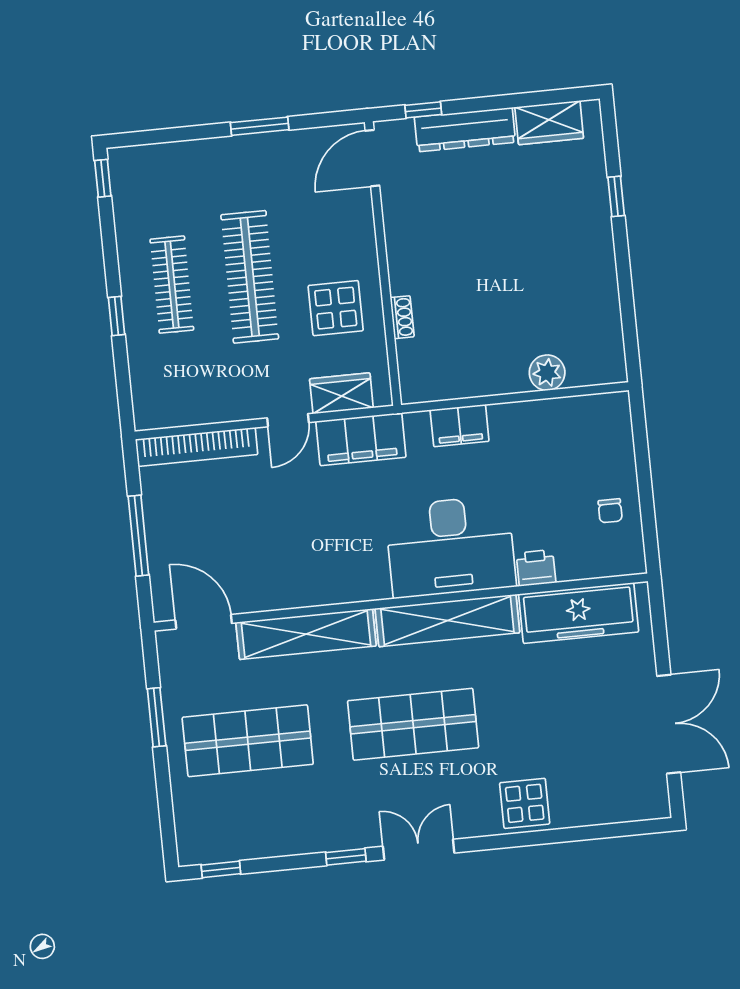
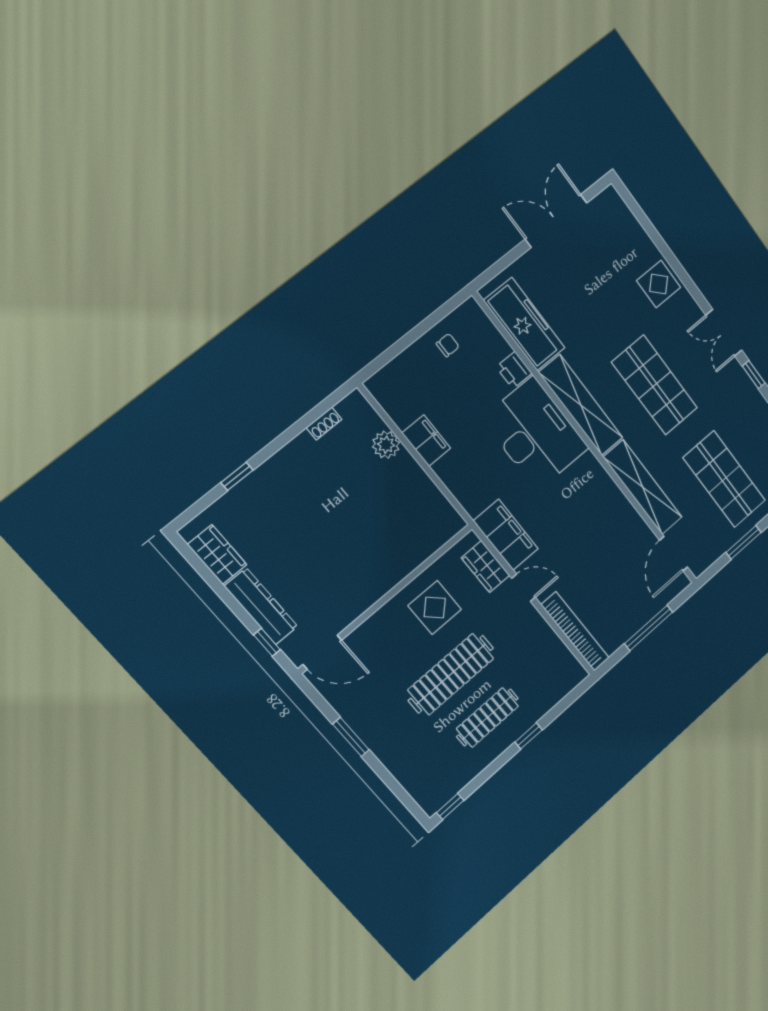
shoe rack: (402, 317) -> (324, 424), moved, turned 180
filing cabinet: (460, 426) -> (426, 441), moved

